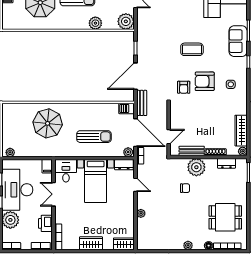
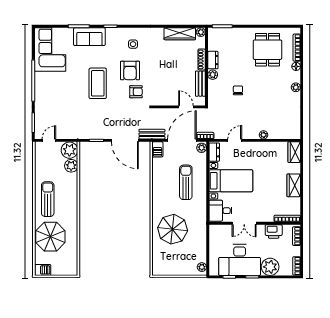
plant: (95, 23) -> (71, 166), moved
coffee table: (192, 49) -> (98, 83), width x1.36, depth x1.32
dresser: (226, 163) -> (213, 60), moved
filing cabinet: (47, 166) -> (216, 230), removed
plant: (196, 167) -> (213, 75), width x0.53, depth x0.53

